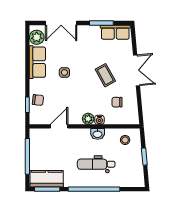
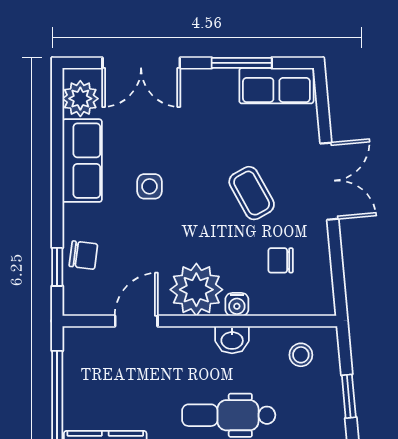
plant: (88, 119) -> (196, 290), width x1.88, depth x1.88

